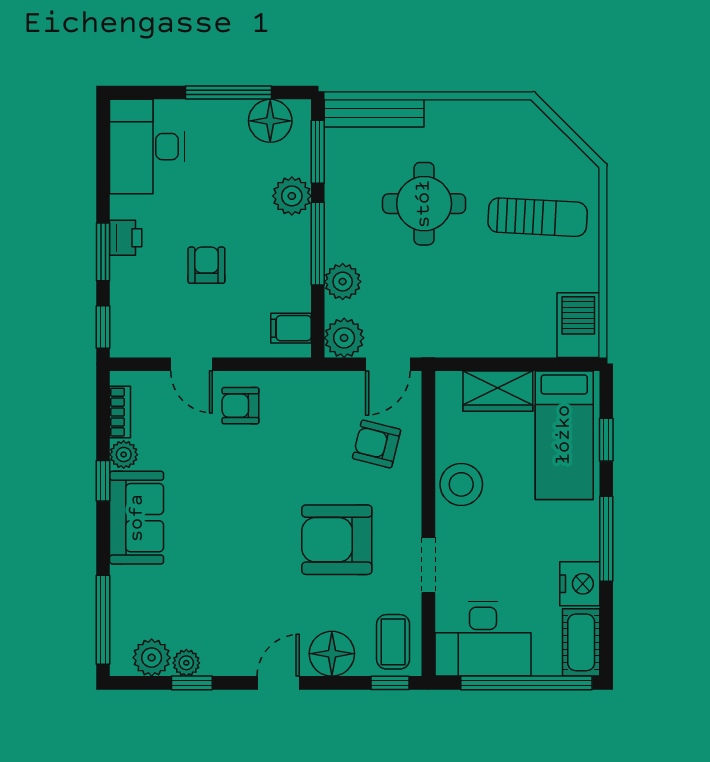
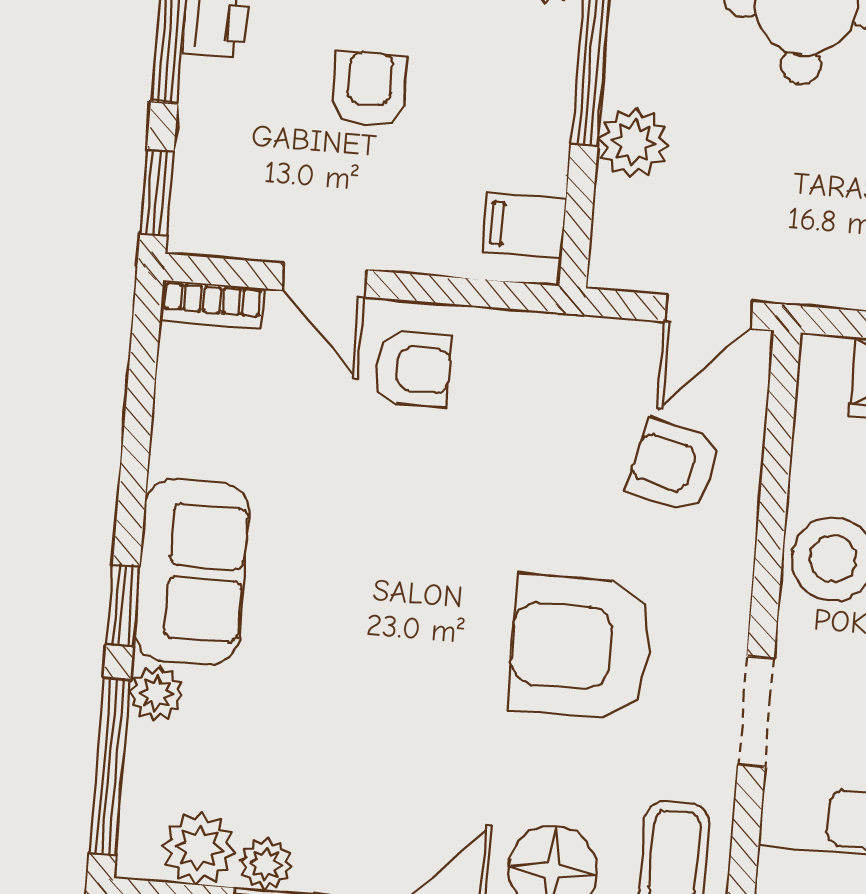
plant: (344, 338) -> (627, 253), removed
armchair: (240, 406) -> (413, 369), turned 180
bookcase: (120, 412) -> (212, 304), moved, turned 90
plant: (124, 455) -> (156, 693), moved
window: (103, 481) -> (123, 605), moved

